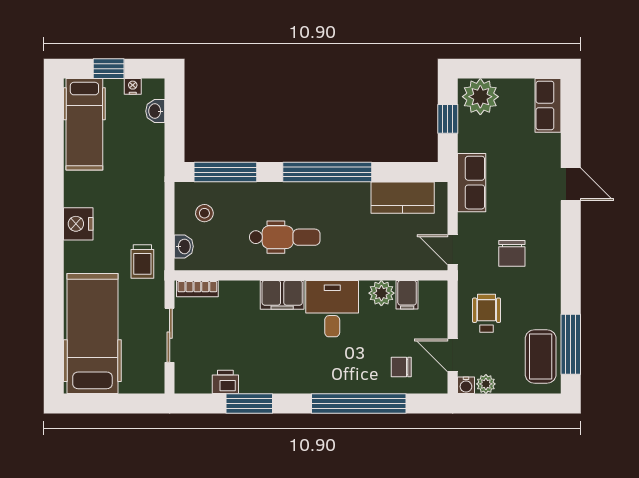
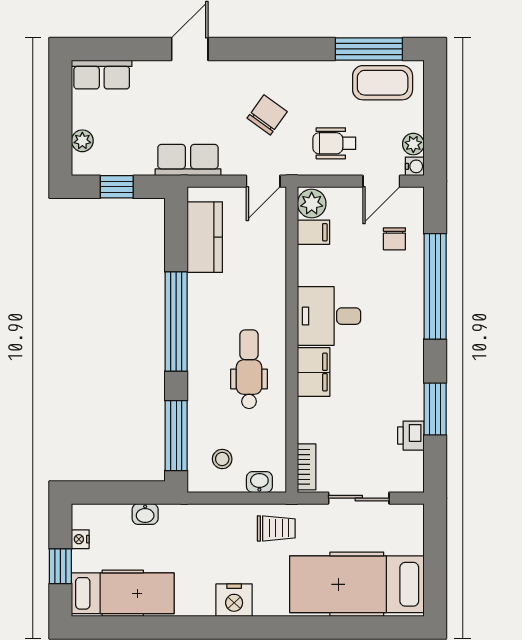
plant: (480, 97) -> (82, 141), width x0.53, depth x0.53
washbasin: (155, 111) -> (145, 514), moved
chair: (512, 253) -> (267, 115), turned -54
plant: (381, 293) -> (312, 204), moved

